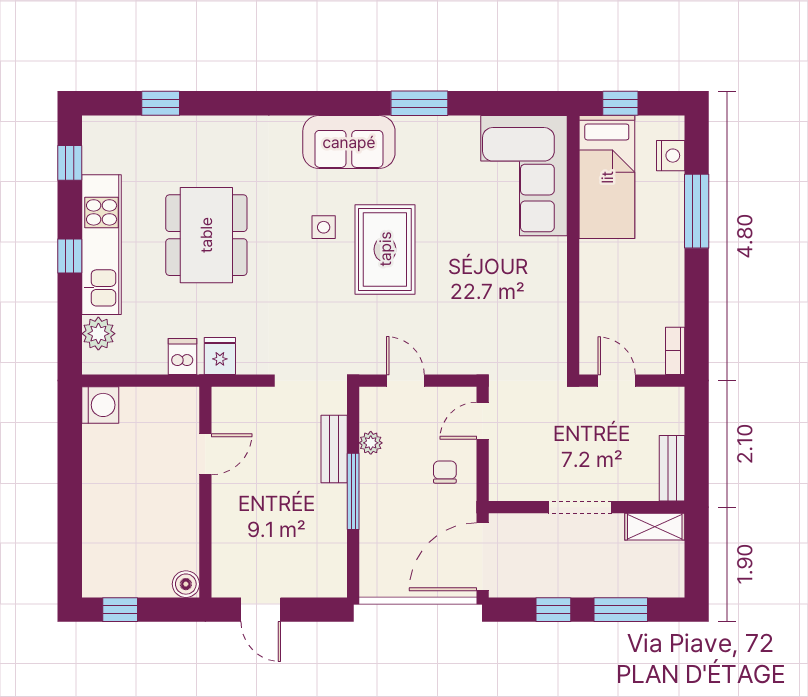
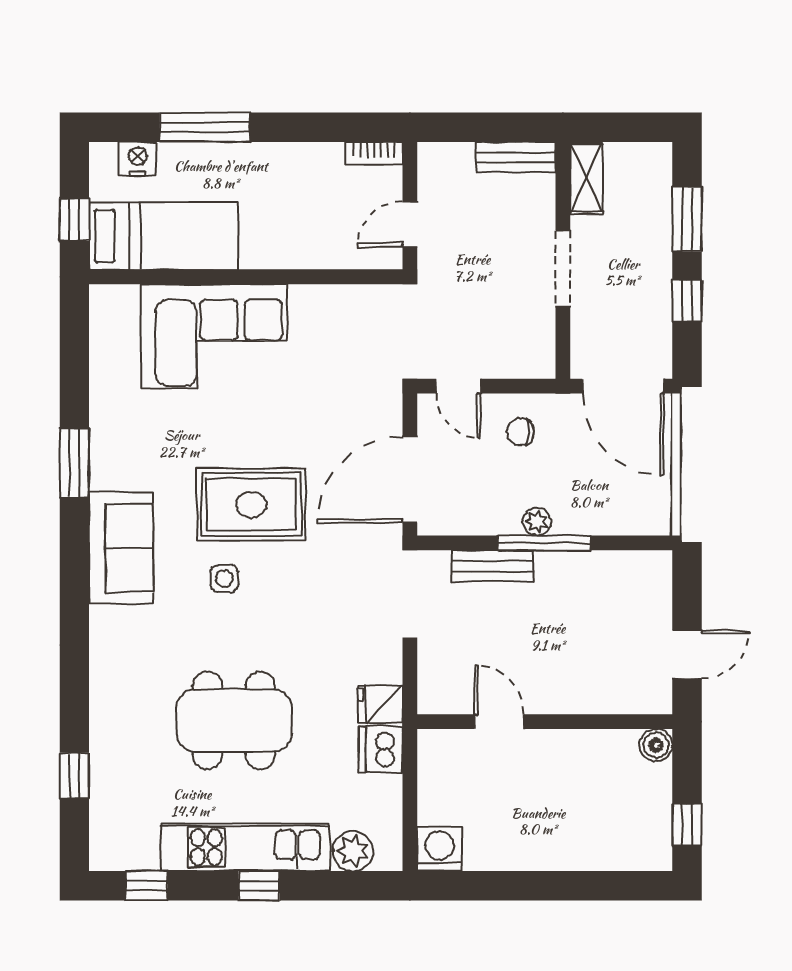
corner sofa: (524, 176) -> (214, 336), moved
dishwasher: (182, 356) -> (381, 749), width x1.38
door: (405, 381) -> (410, 480), width x1.88
plant: (371, 443) -> (537, 522), moved

